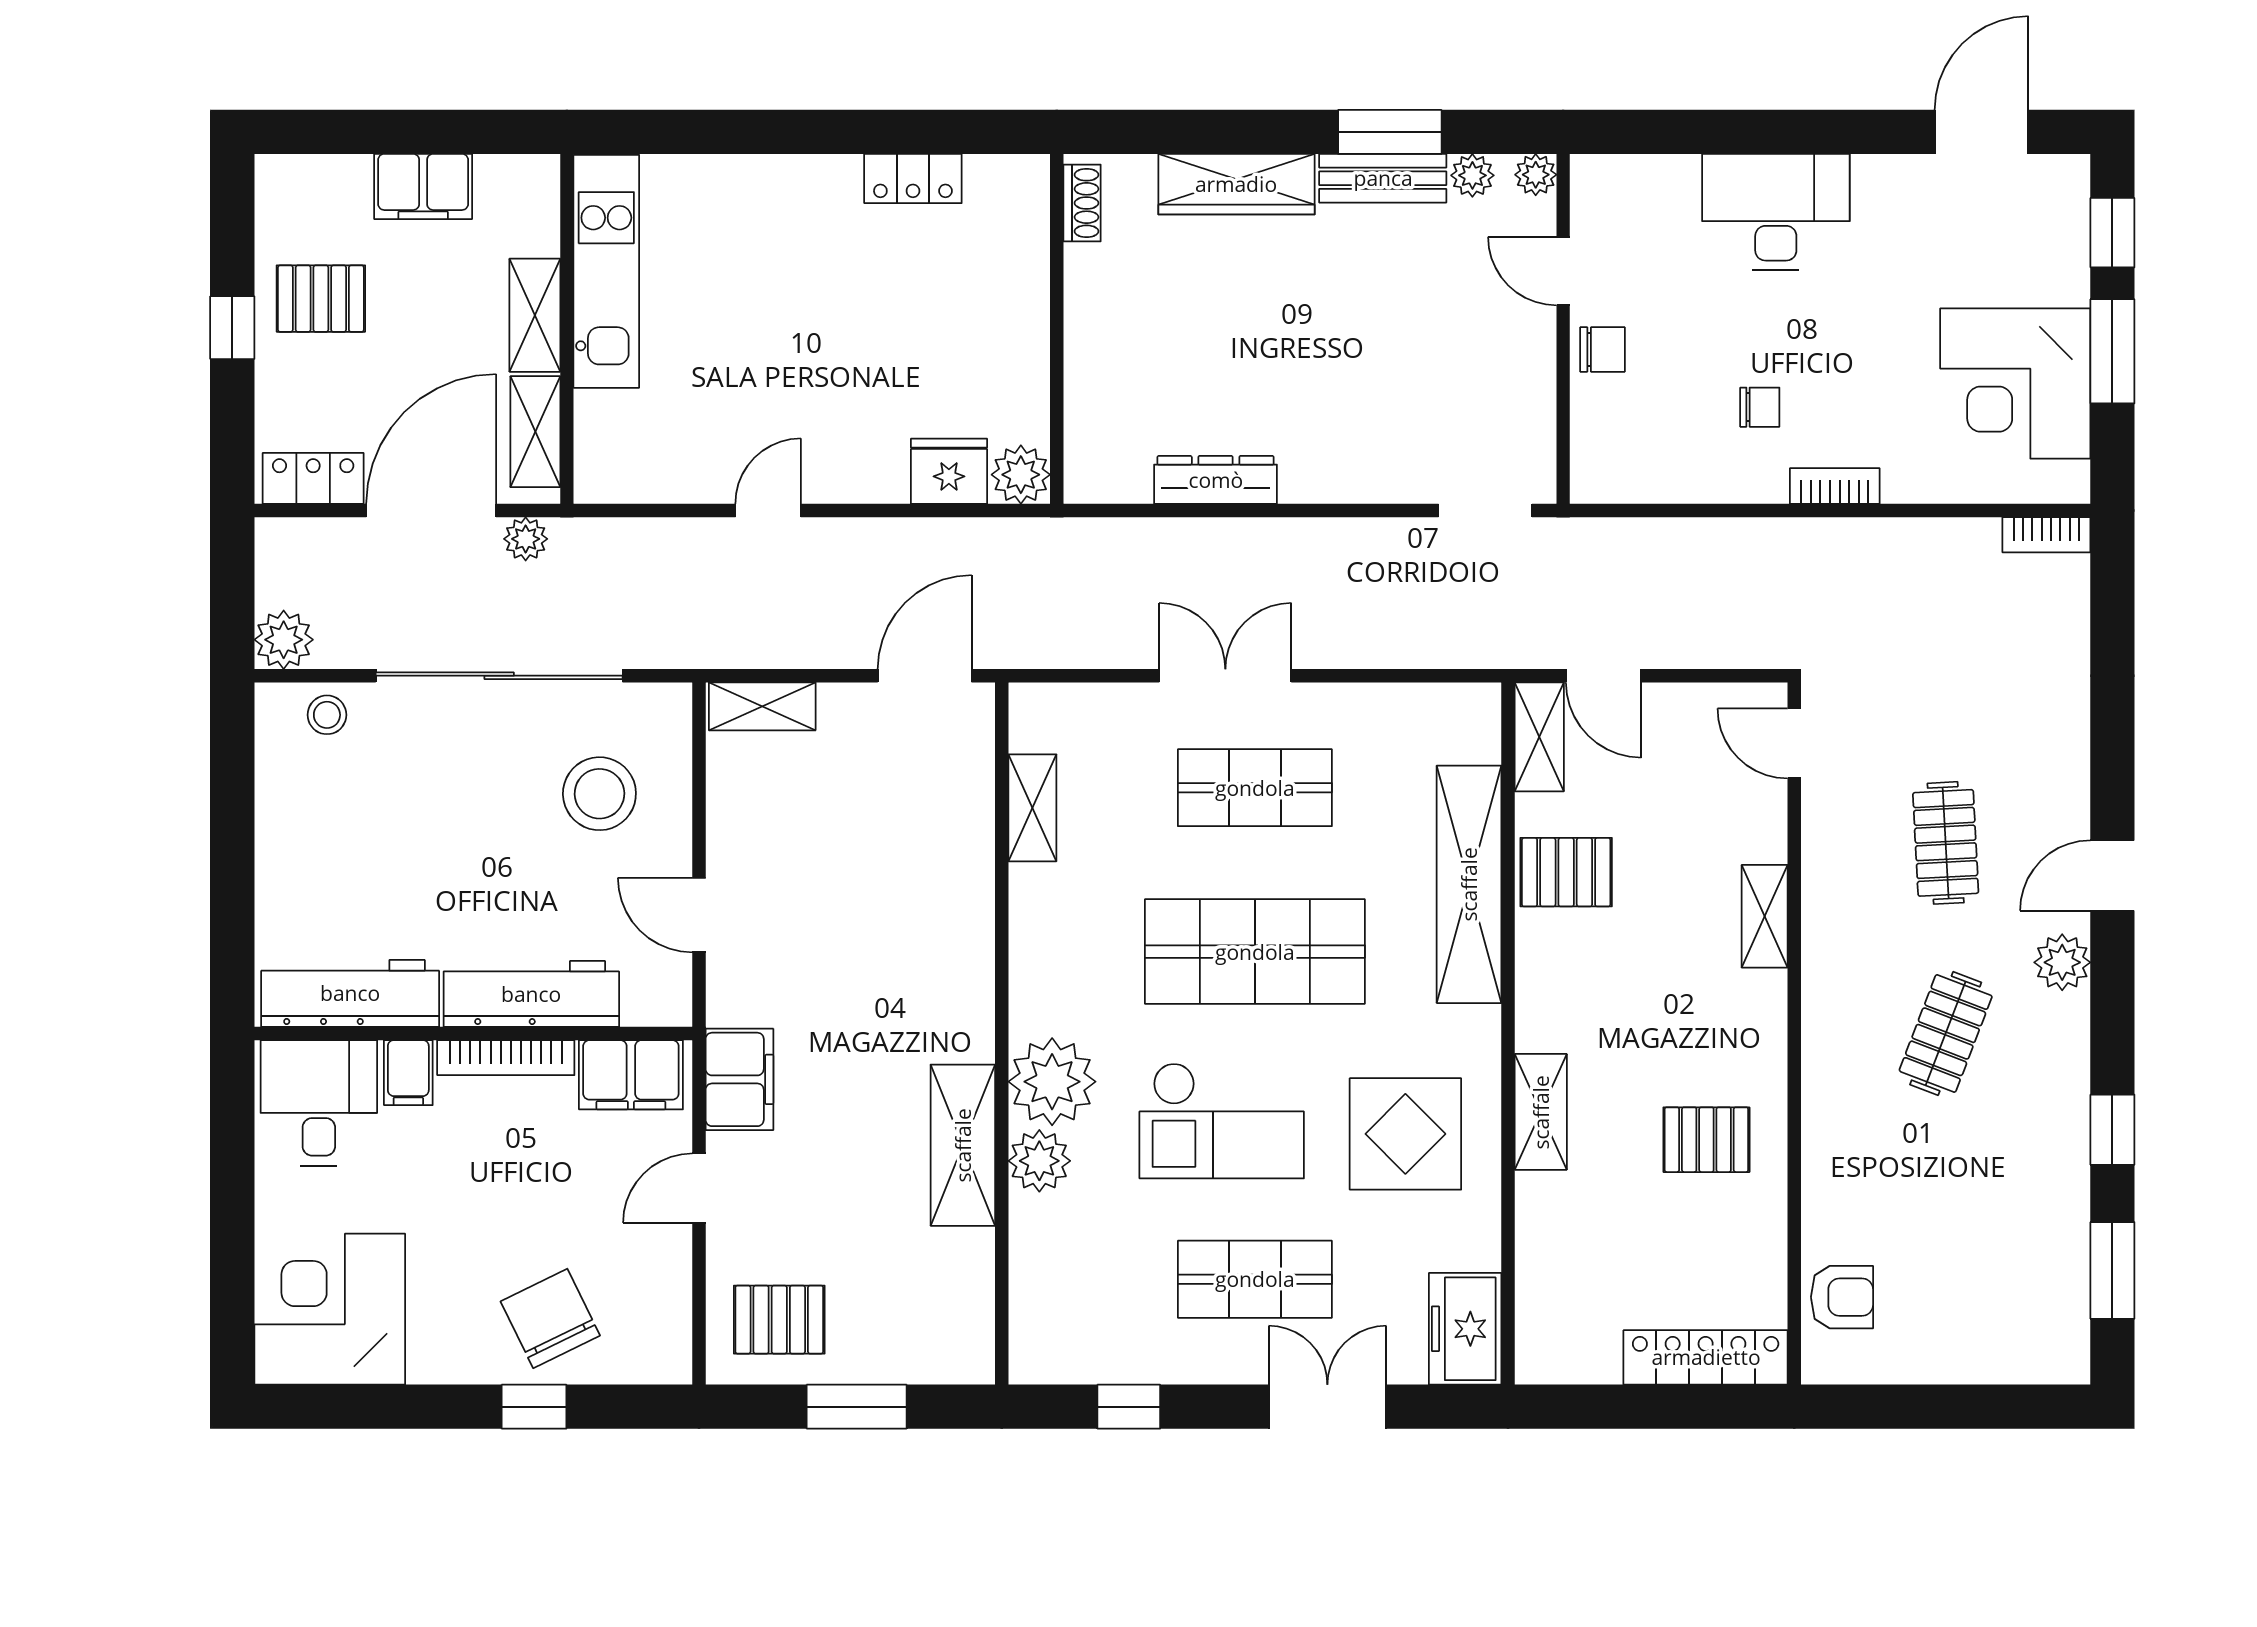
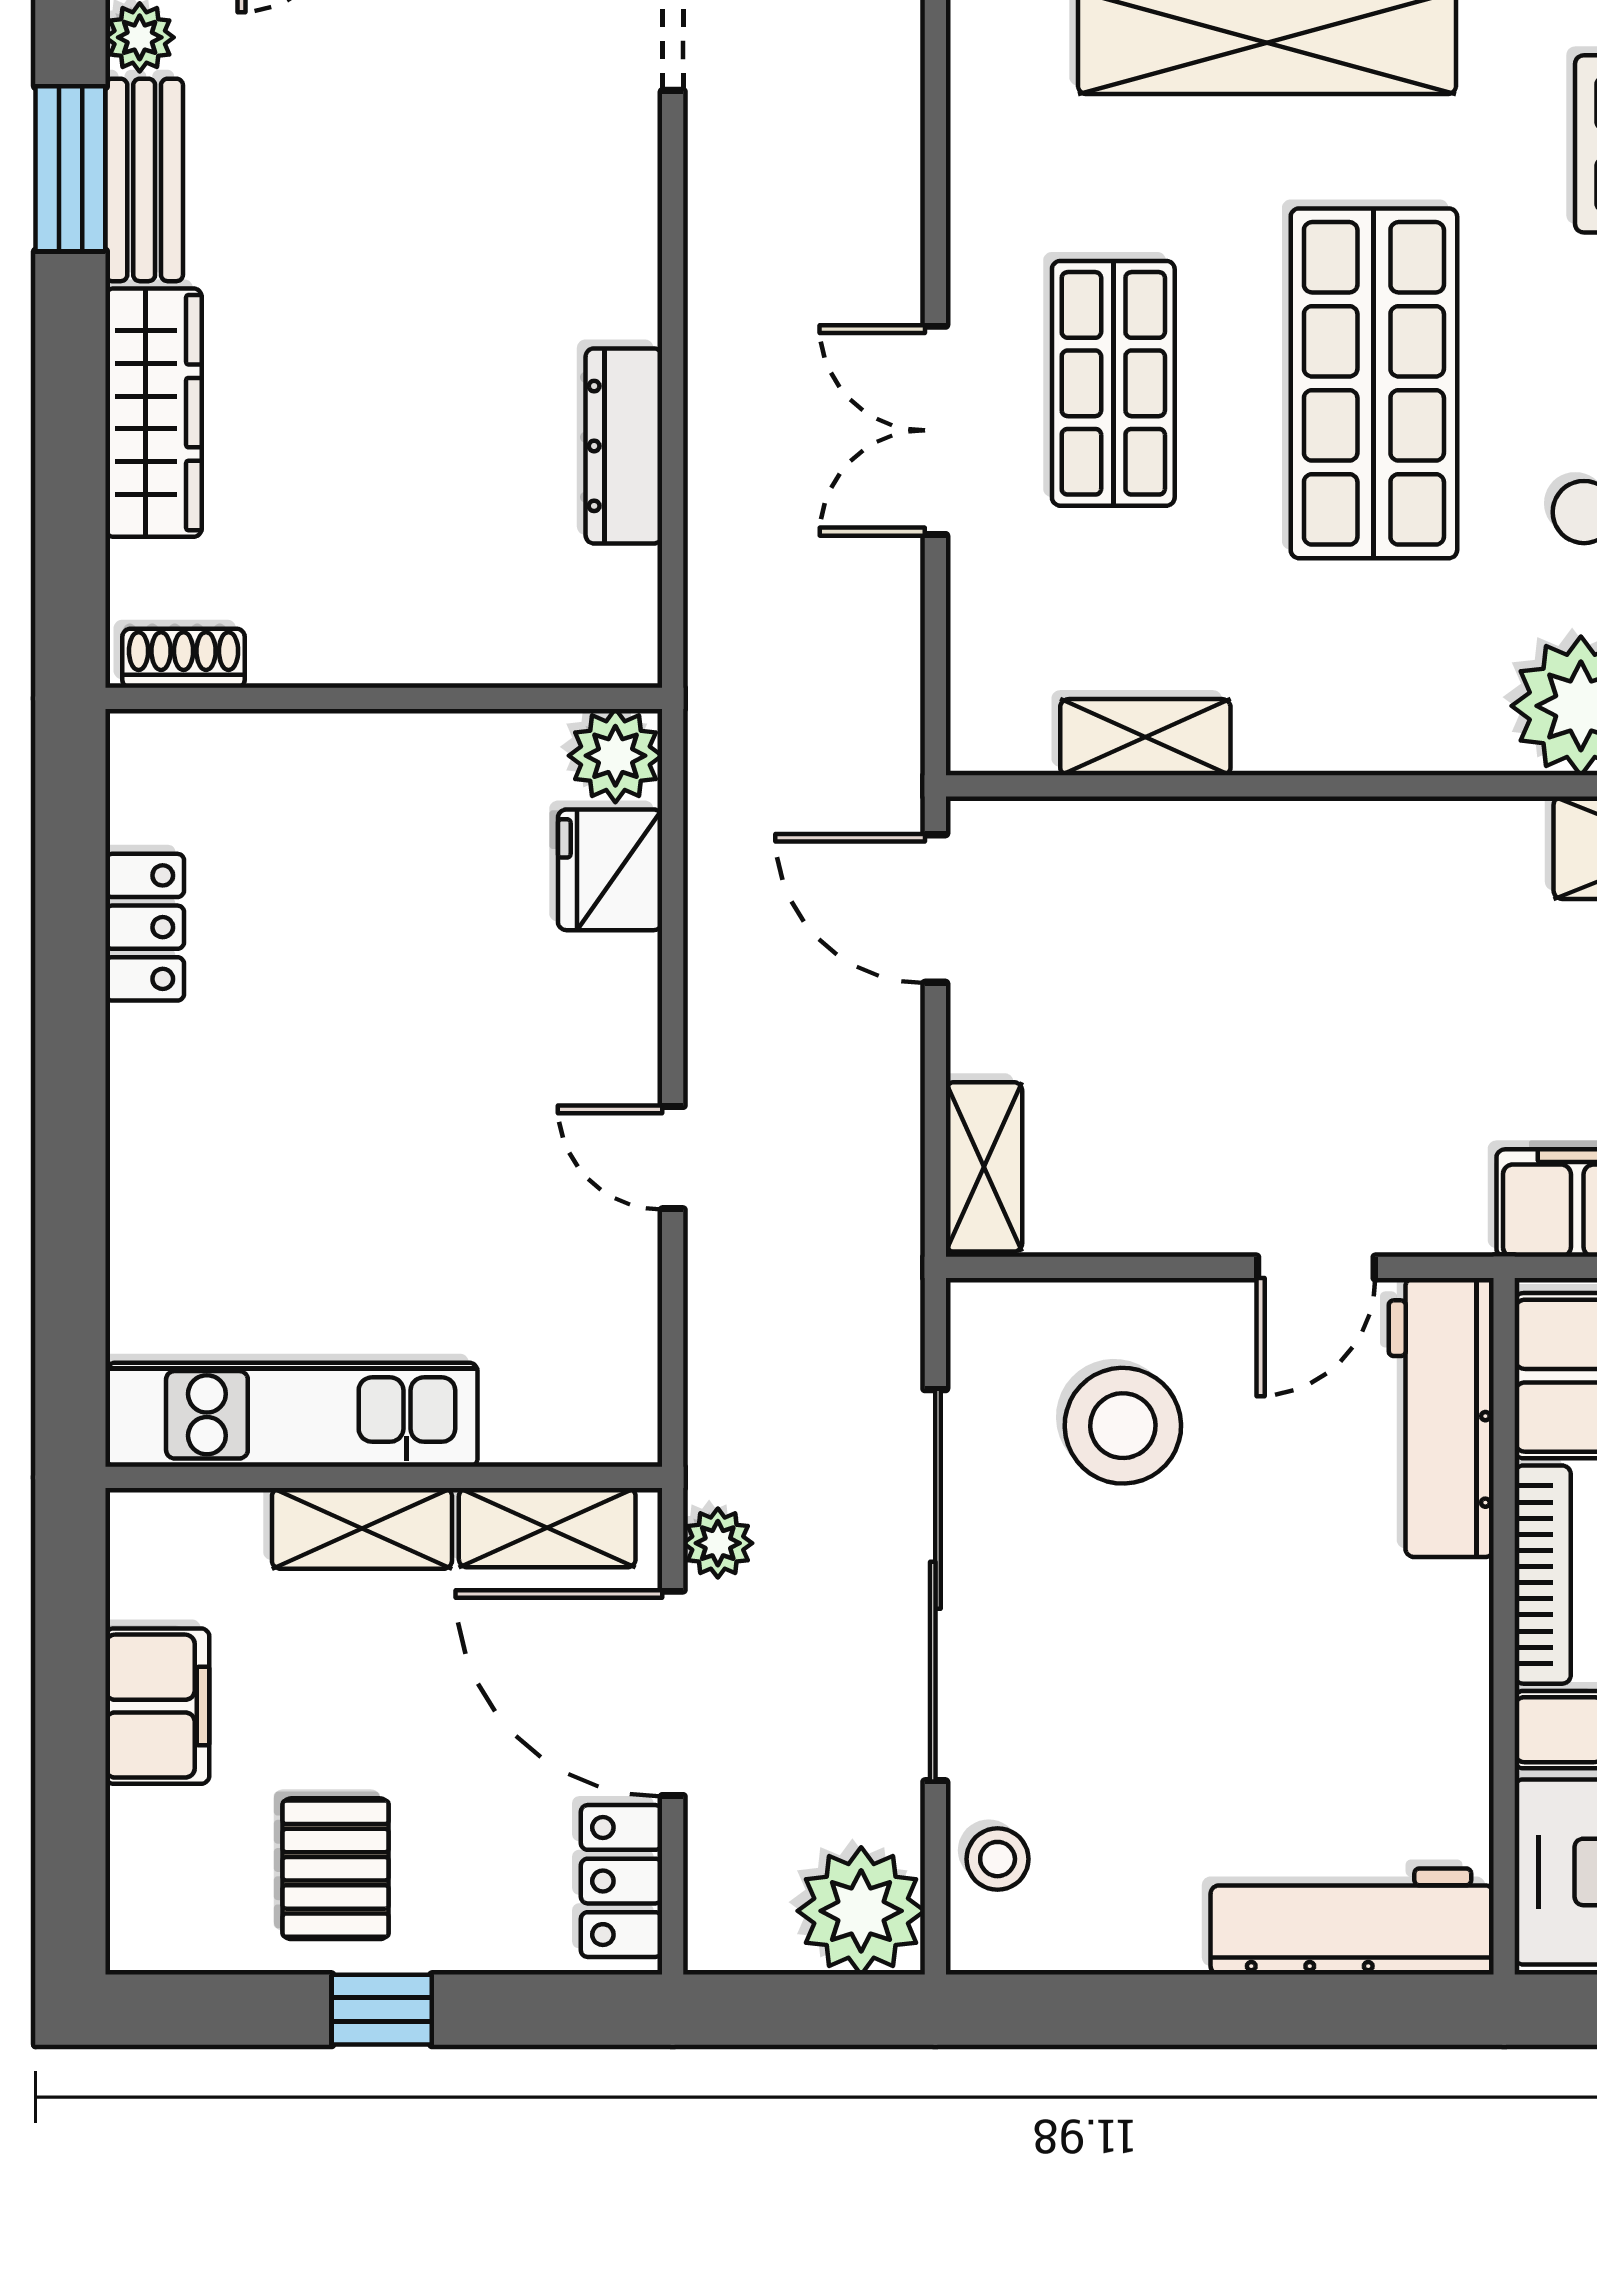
plant: (284, 640) -> (861, 1911), width x1.36, depth x1.36
workbench: (350, 993) -> (1352, 1921), moved, turned 90
workbench: (531, 994) -> (1441, 1418), moved

